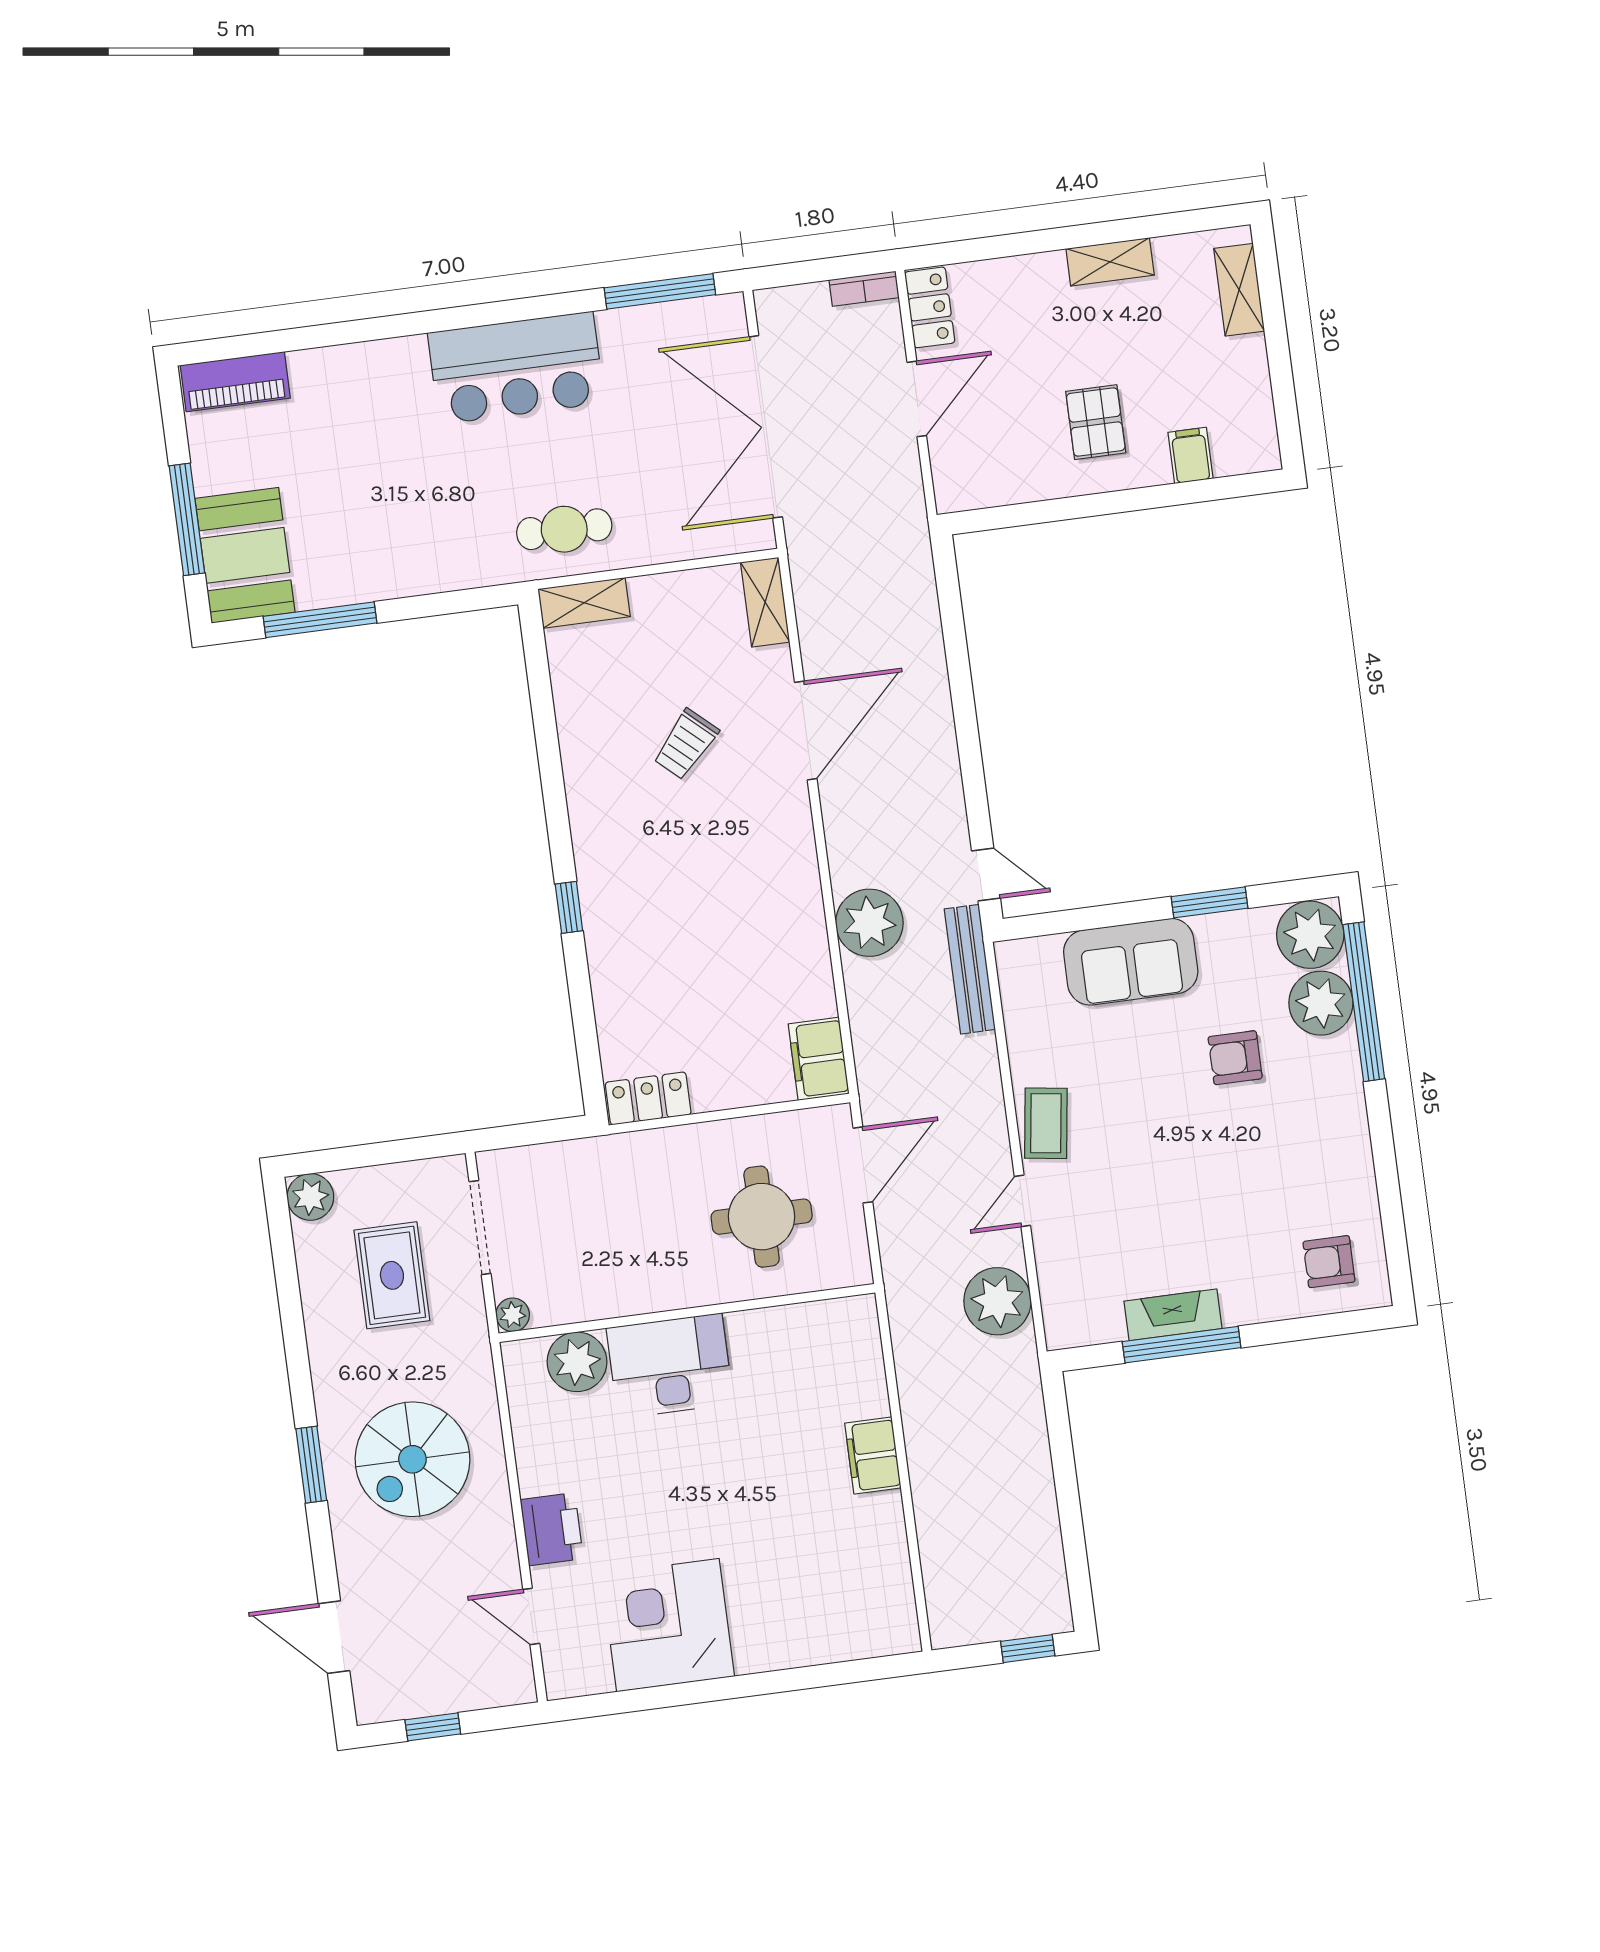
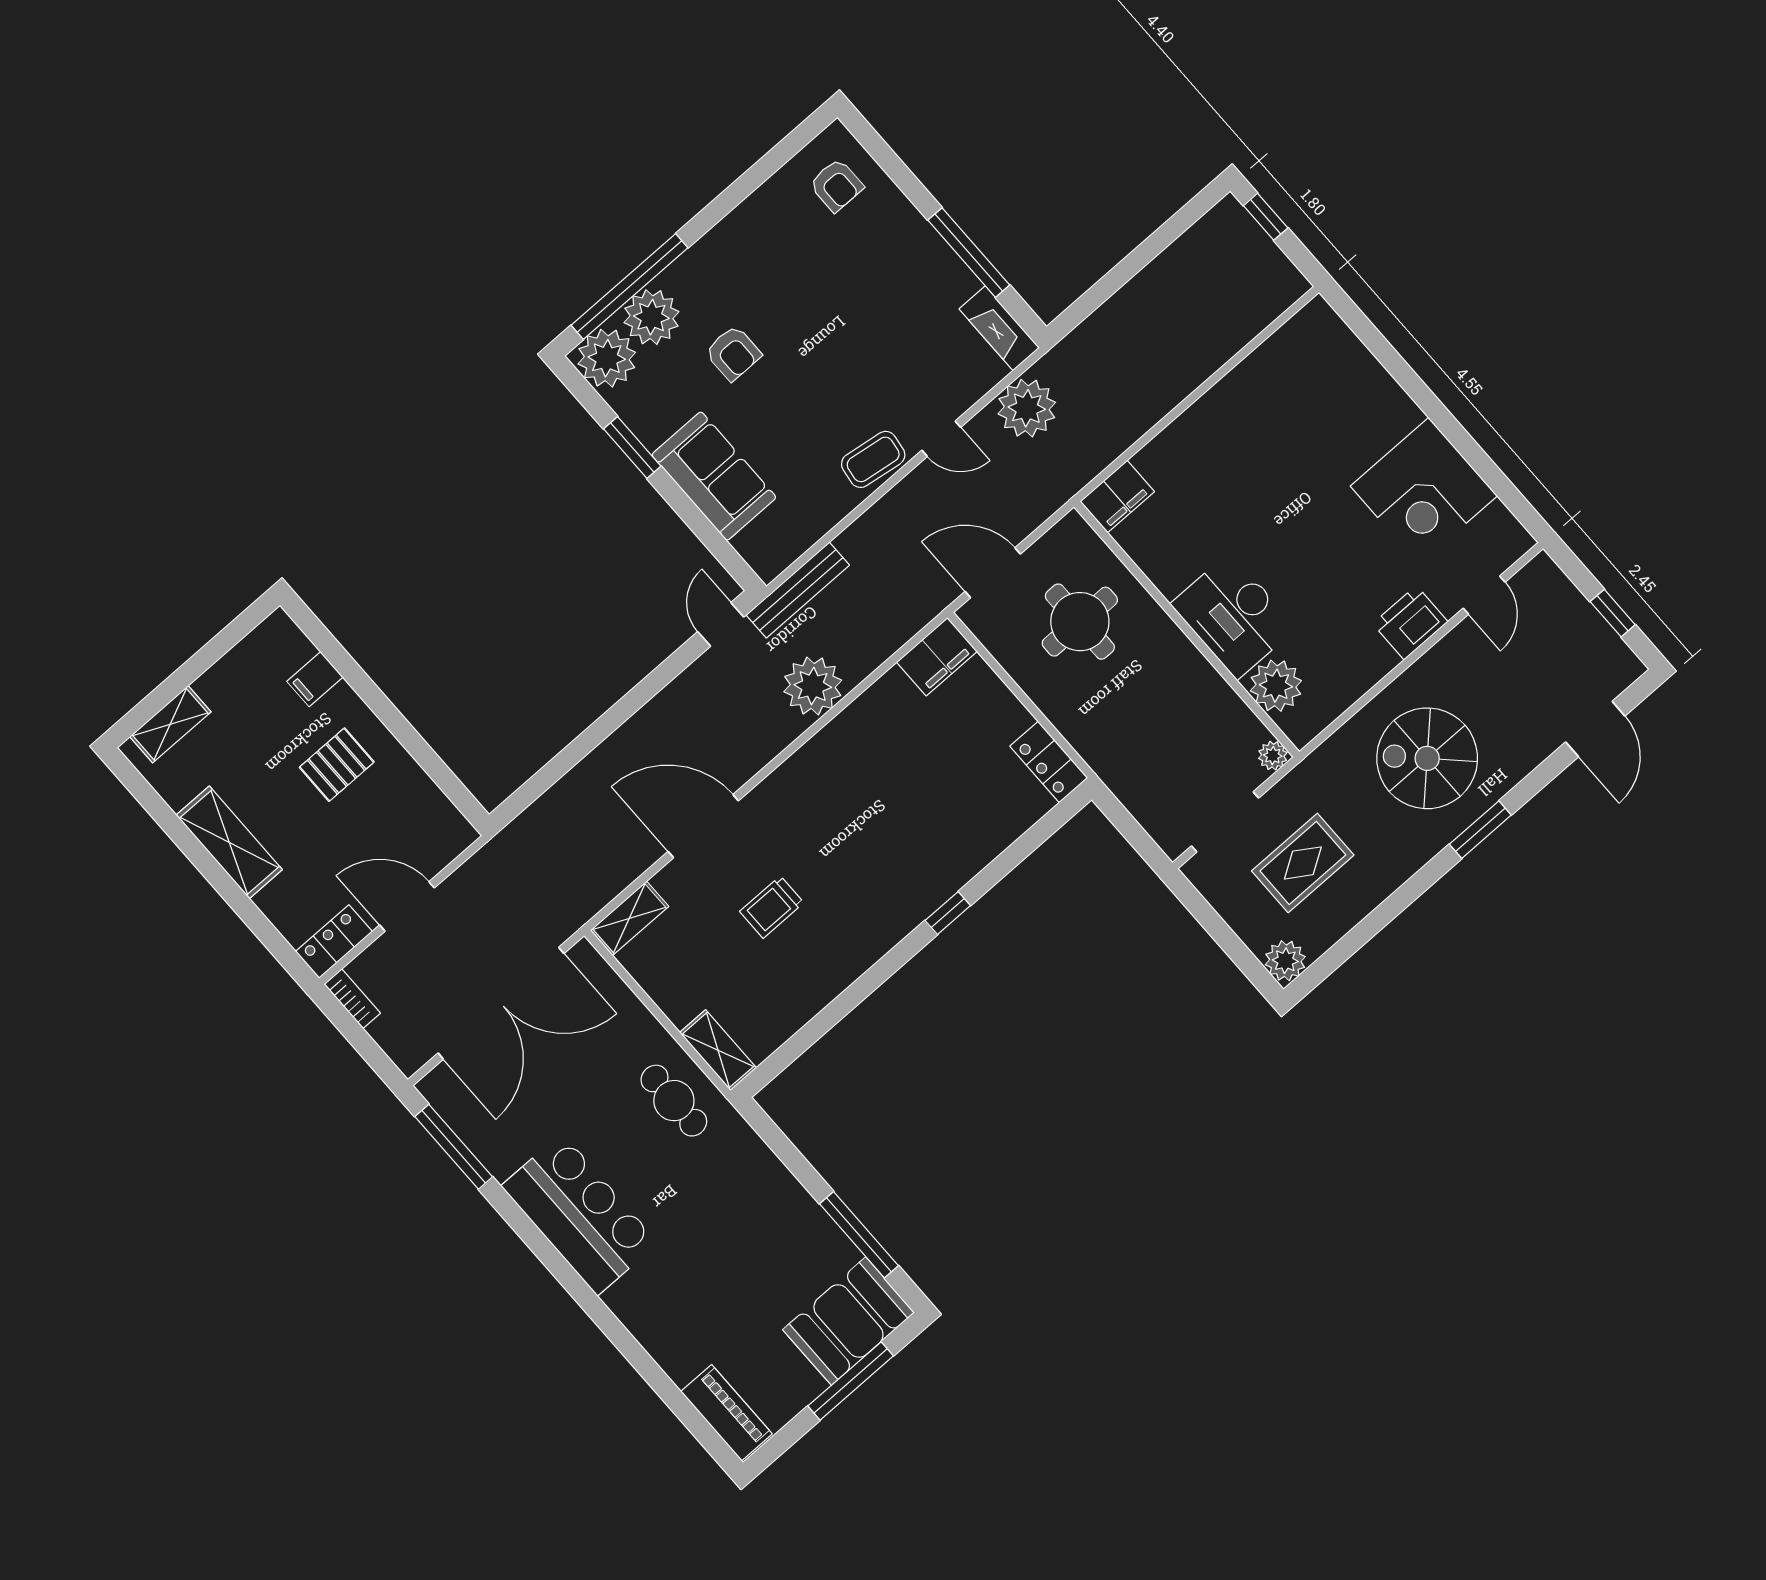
shelving: (1110, 262) -> (229, 842), width x1.50, depth x1.33
trolley: (686, 744) -> (772, 907), turned 138
fireplace: (1173, 1315) -> (999, 328), moved
filing cabinet: (873, 1456) -> (1117, 497), moved
spiral stairs: (412, 1459) -> (1427, 758), turned 180

